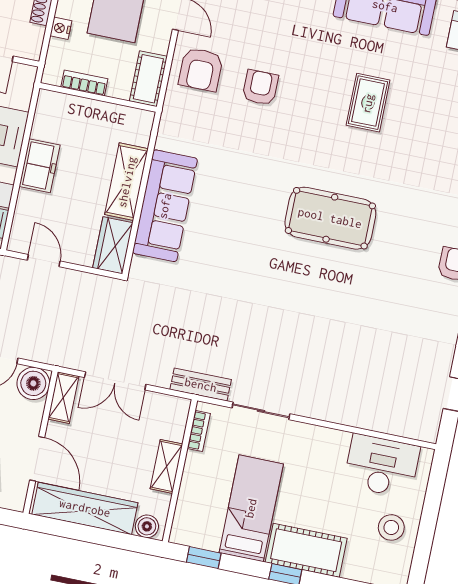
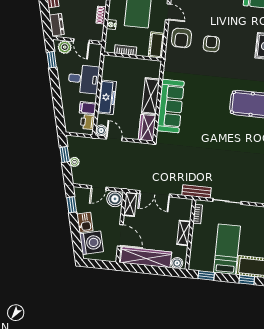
freezer: (40, 166) -> (107, 97), width x1.40
boiler: (19, 242) -> (101, 130), added

